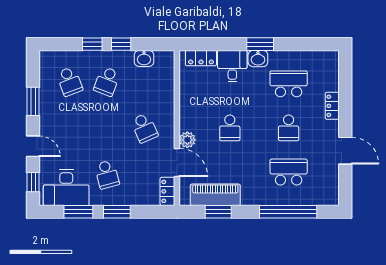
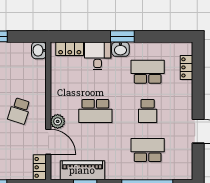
washbasin: (144, 58) -> (39, 50), moved, turned 90
locker: (332, 106) -> (187, 67), moved
school desk: (144, 128) -> (19, 111), turned 42
school desk: (230, 128) -> (95, 111), width x1.85

